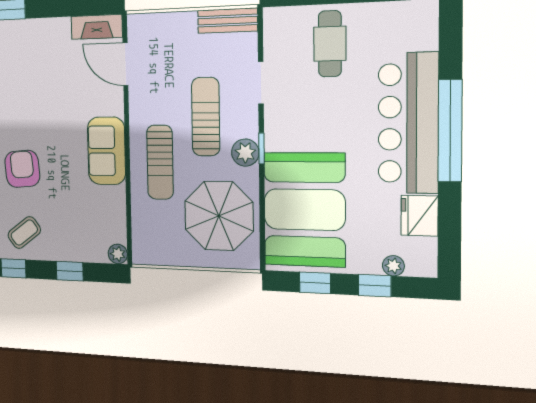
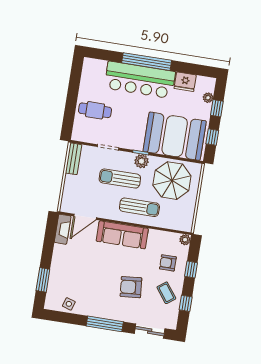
sofa: (106, 151) -> (122, 235), width x1.36
armchair: (73, 228) -> (168, 263), added

